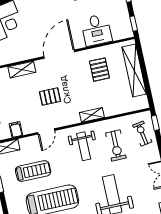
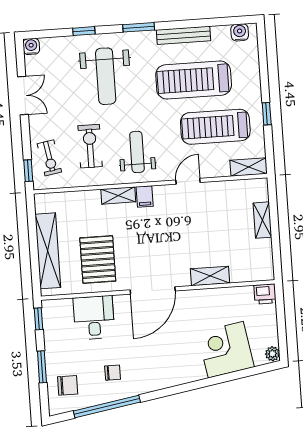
pallet: (99, 70) -> (98, 260), width x1.50, depth x1.42
pallet: (50, 96) -> (175, 231), removed
filing cabinet: (16, 130) -> (145, 196), moved
treadmill: (33, 171) -> (215, 127), width x1.37, depth x1.38

